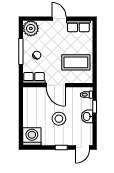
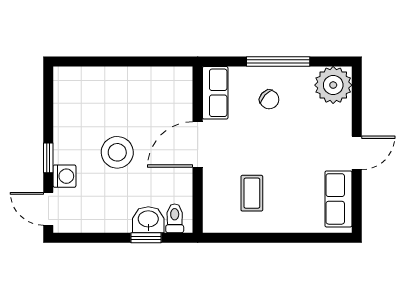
coffee table: (76, 62) -> (252, 193), width x0.54, depth x0.58
washbasin: (87, 116) -> (148, 220), moved
washing machine: (32, 137) -> (64, 176), moved, width x0.53, depth x0.53

